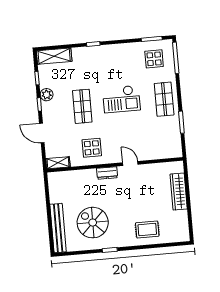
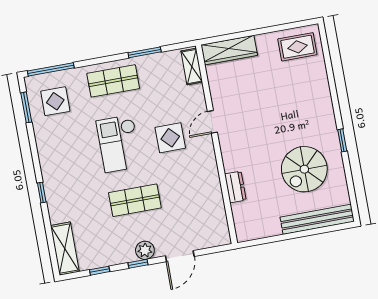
plant: (47, 95) -> (145, 250), moved
checkout: (121, 99) -> (119, 144), turned 180
display table: (92, 148) -> (170, 138), moved
shelving: (58, 163) -> (192, 67), moved
dresser: (107, 173) -> (235, 187), moved
wardrobe: (179, 191) -> (229, 50), moved
rug: (147, 230) -> (297, 47), moved, turned 90

